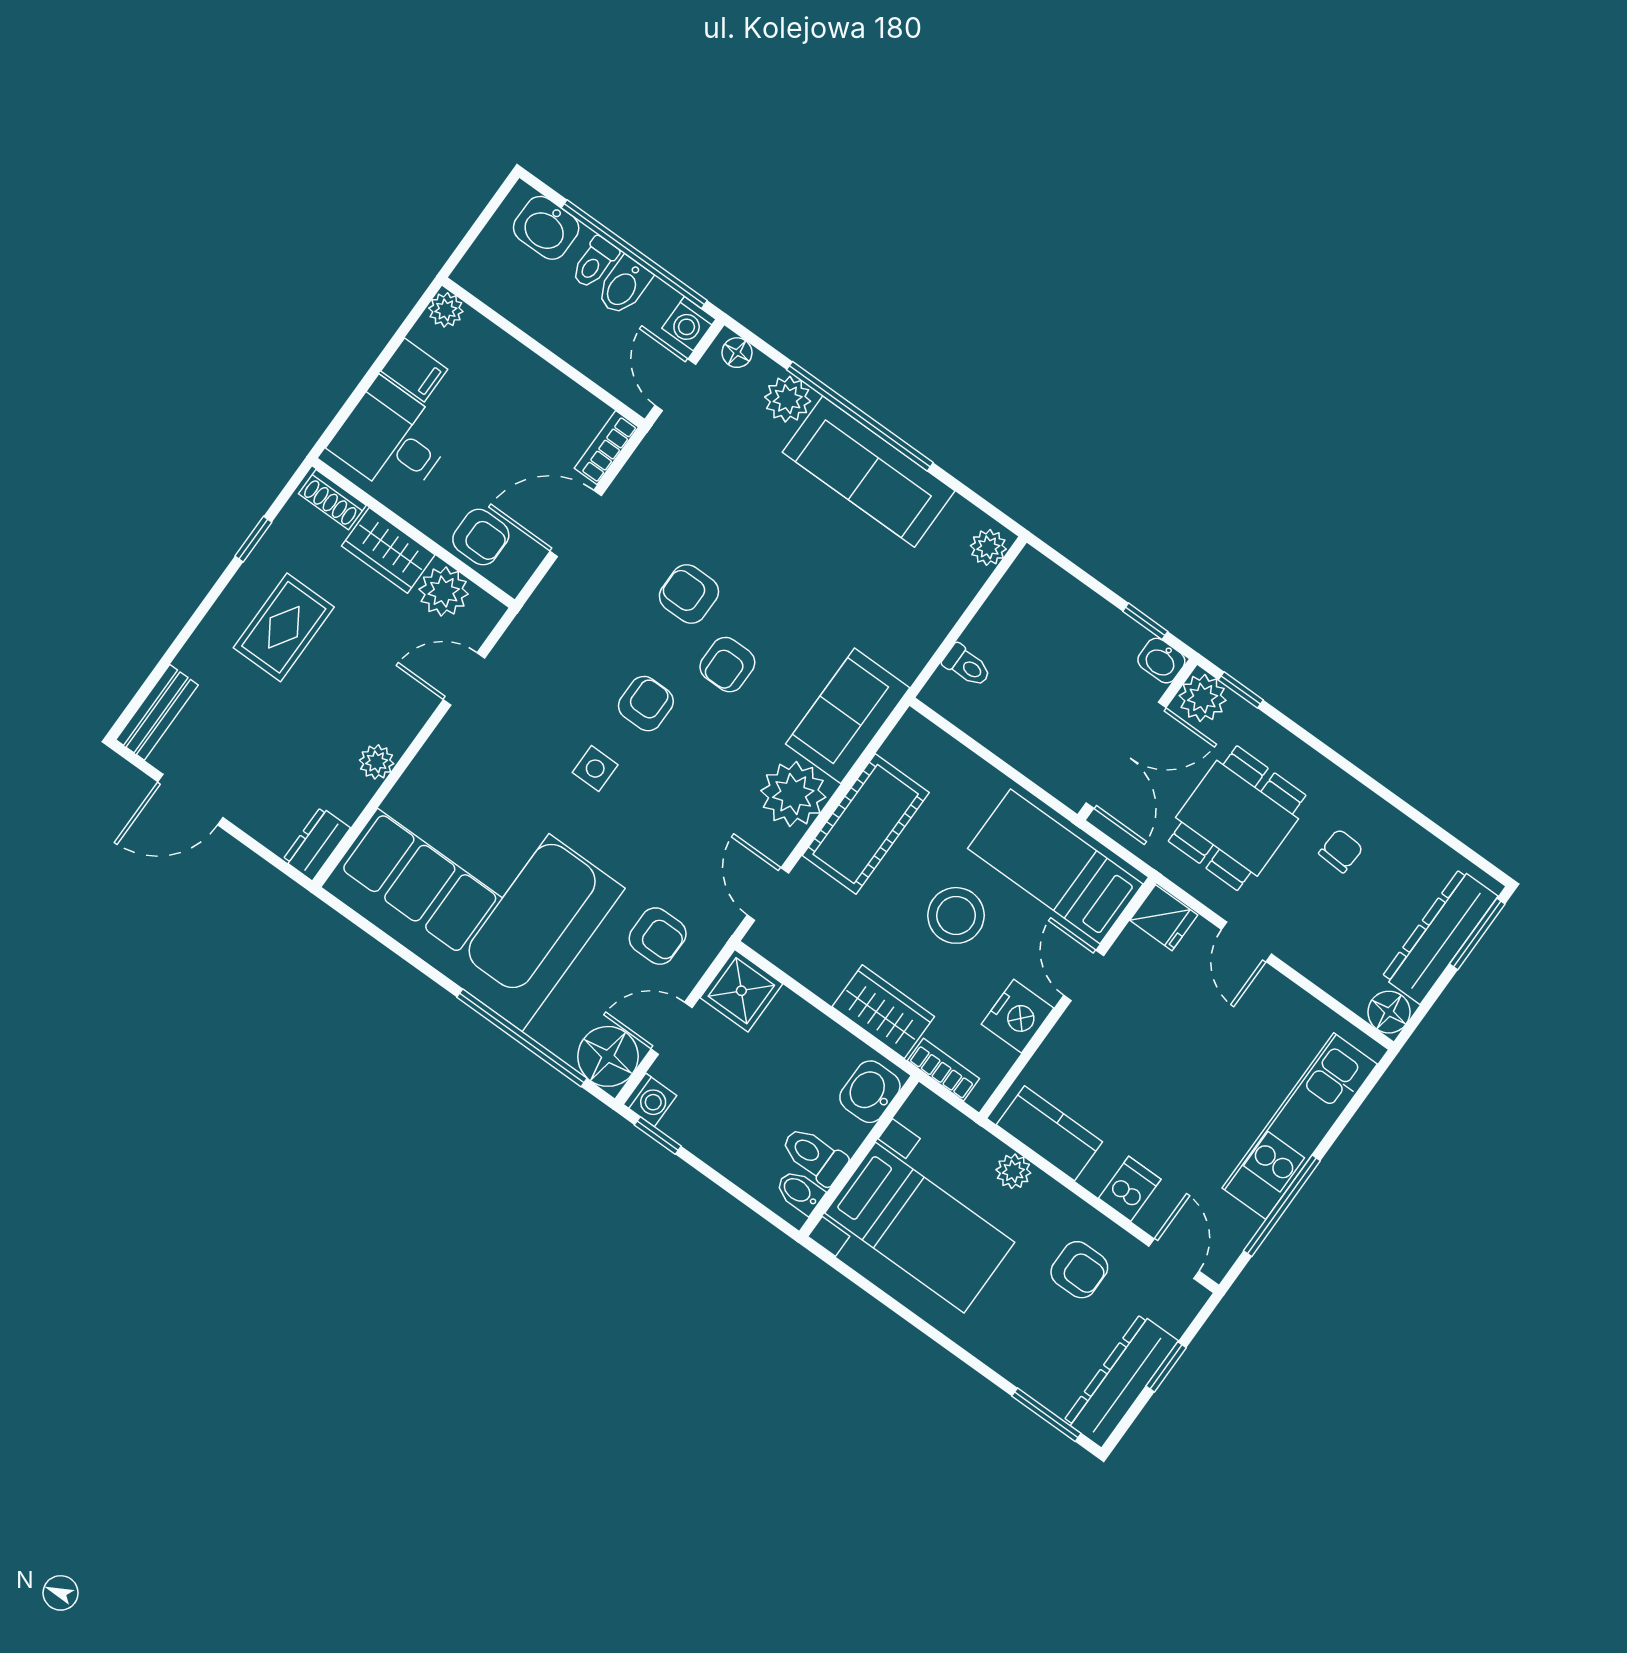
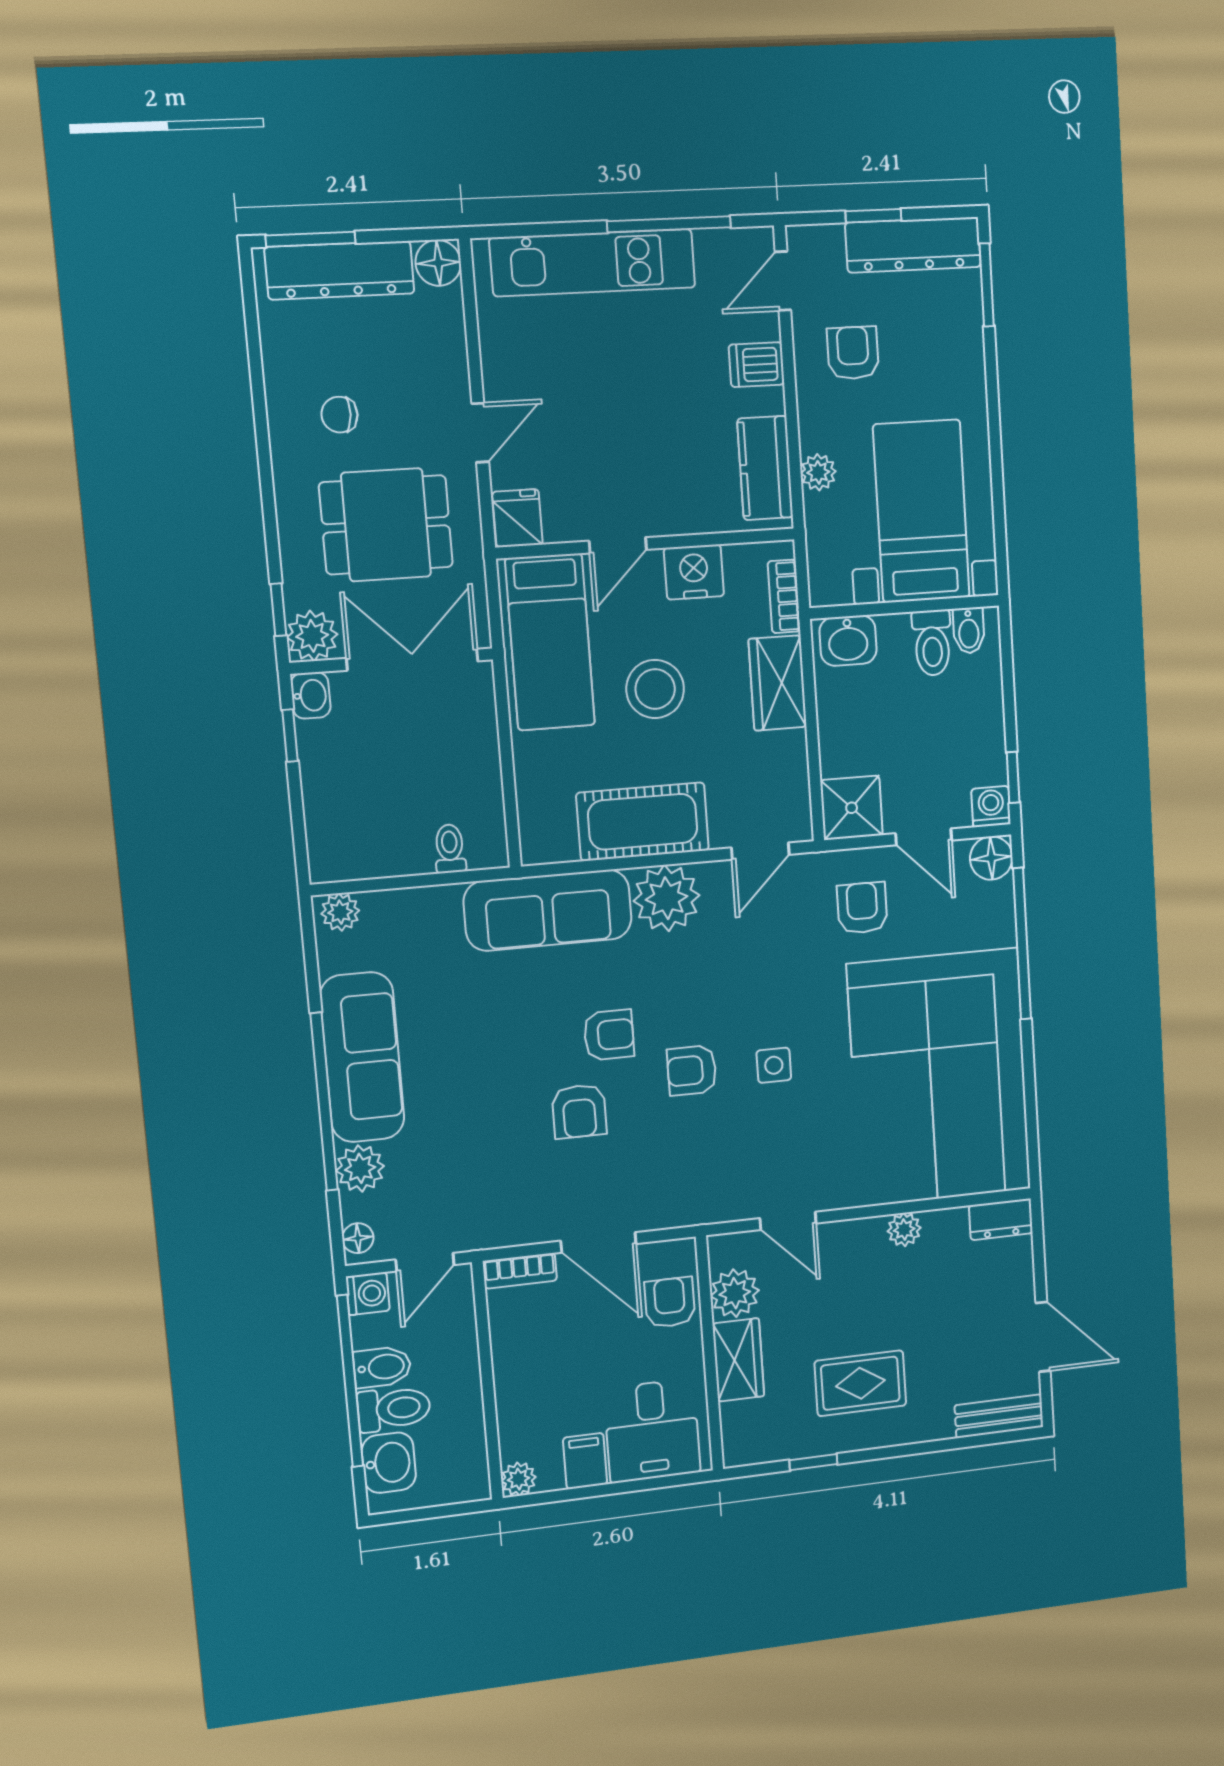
toilet: (594, 263) -> (394, 1409), width x1.37, depth x1.39
shoe rack: (332, 500) -> (735, 1433), removed
sofa: (848, 716) -> (548, 910), width x1.36
floor lamp: (608, 1056) -> (991, 858), width x0.73, depth x0.73

